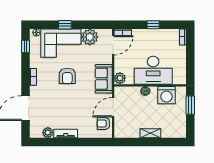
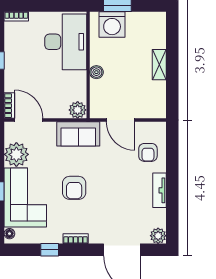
window: (26, 46) -> (50, 250), moved
desk: (153, 70) -> (66, 42), moved
armchair: (67, 76) -> (74, 188), turned 90
washing machine: (166, 95) -> (112, 24), moved, turned 90
armchair: (103, 123) -> (148, 152), moved
plant: (48, 133) -> (158, 236), moved

